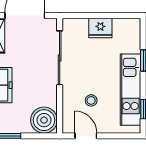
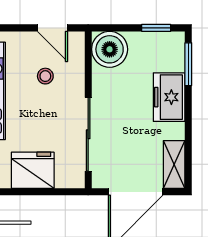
fridge: (100, 28) -> (33, 170), width x1.36, depth x1.34

